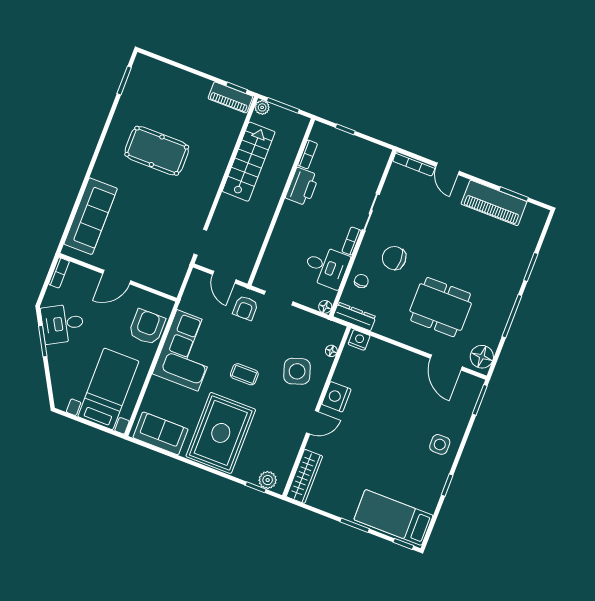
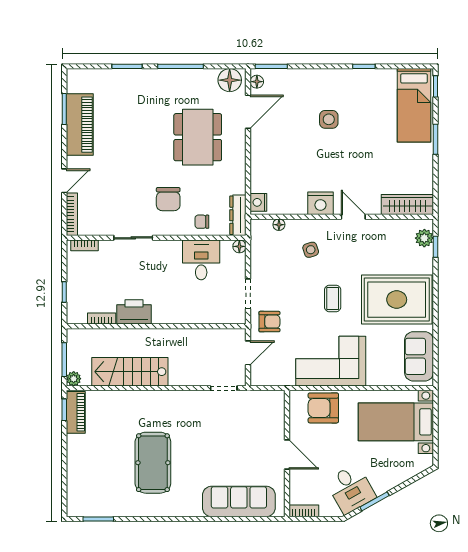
bookcase: (352, 241) -> (84, 245), moved
side table: (297, 371) -> (311, 250), width x0.54, depth x0.54
floor lamp: (471, 381) -> (257, 82), added
side table: (440, 444) -> (329, 119), moved

